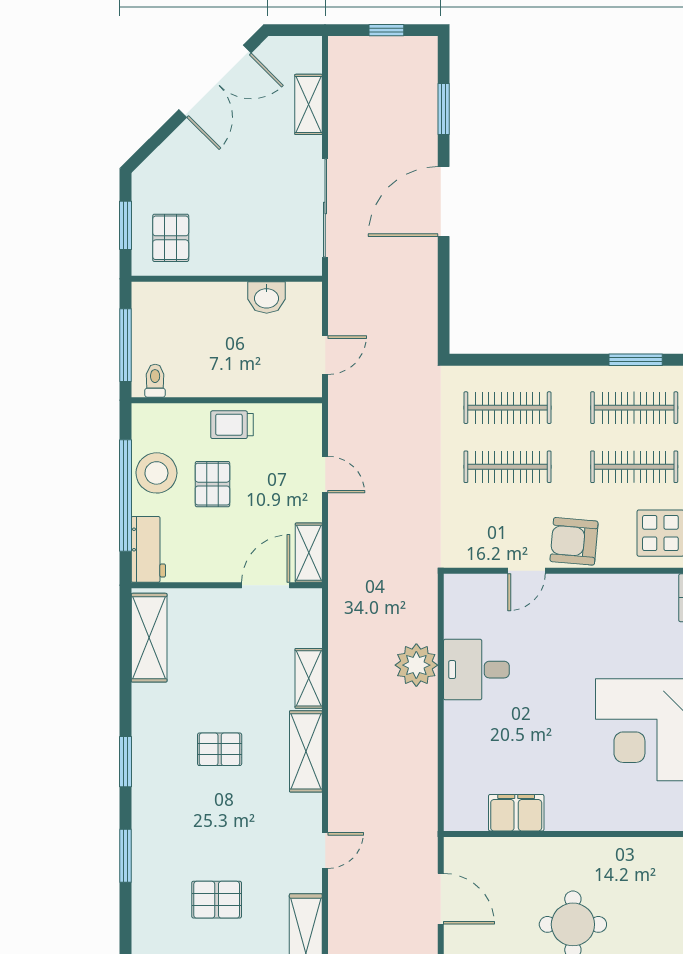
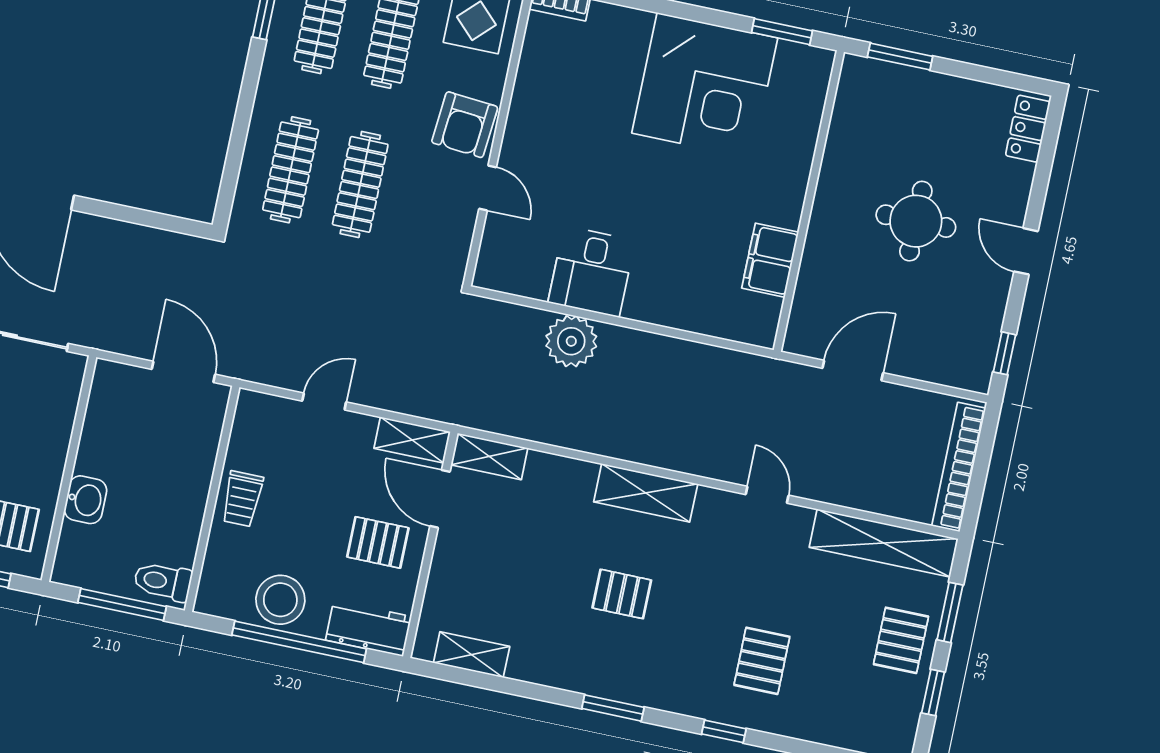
washbasin: (267, 297) -> (85, 500), moved
door: (325, 355) -> (183, 372), width x1.38
toilet: (155, 381) -> (163, 581), width x1.37, depth x1.39
pallet: (212, 484) -> (378, 542), moved
shelving: (149, 638) -> (472, 655), width x0.67, depth x0.75
shelving: (309, 678) -> (489, 456), moved
pallet: (220, 749) -> (622, 594), turned 90
window: (126, 856) -> (724, 731), width x0.67
pallet: (217, 900) -> (762, 661), moved

